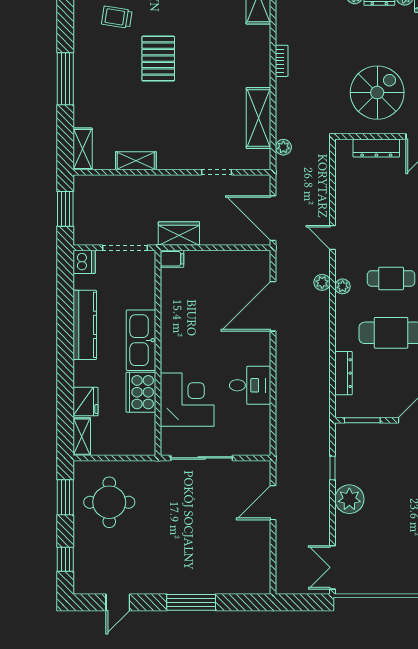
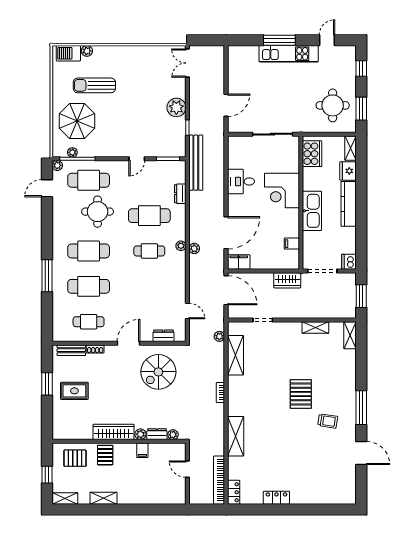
window: (65, 79) -> (361, 408), moved
dresser: (376, 148) -> (164, 336), width x0.70
door: (333, 237) -> (187, 311), moved
filing cabinet: (172, 259) -> (292, 244), moved
filing cabinet: (254, 261) -> (239, 262), added
kitchen counter: (85, 325) -> (349, 204), moved
dresser: (344, 373) -> (180, 194), width x0.70
cooker: (141, 392) -> (312, 154), moved
corner desk: (187, 400) -> (282, 191), moved
bench: (320, 414) -> (196, 163), added
double door: (333, 567) -> (187, 63), swing flipped
kitchen unit: (177, 582) -> (289, 54), added

